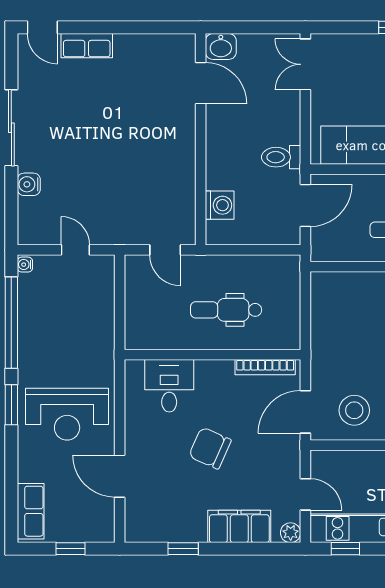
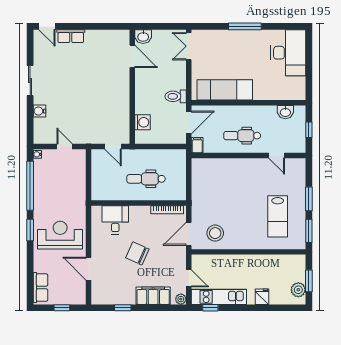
sliding door: (11, 128) -> (30, 80), width x0.73
filing cabinet: (321, 248) -> (197, 145), added
reception desk: (67, 414) -> (60, 235), turned 180

